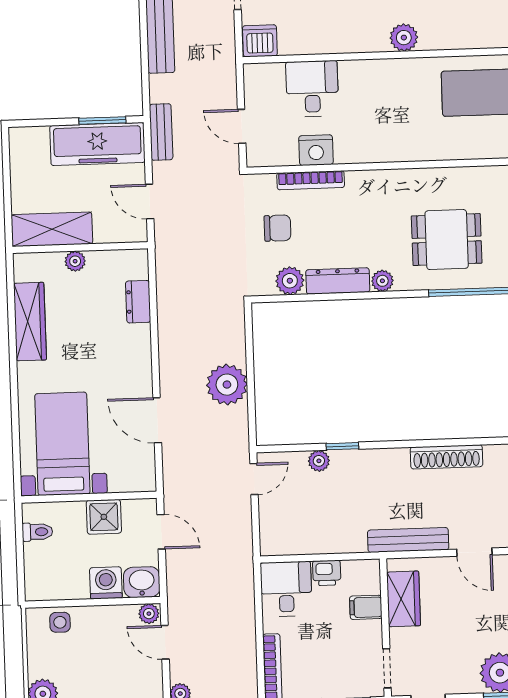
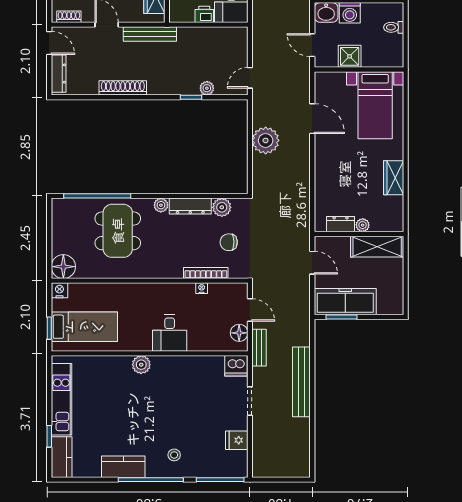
desk: (312, 89) -> (170, 333), moved
floor lamp: (257, 91) -> (239, 333), added
bench: (161, 132) -> (259, 348), moved
nightstand: (316, 150) -> (202, 288), width x0.53, depth x0.56
dining table: (447, 240) -> (118, 231), width x1.38
dresser: (138, 302) -> (341, 224), moved, turned -90
wardrobe: (30, 322) -> (394, 178), width x0.67
toilet: (37, 532) -> (394, 27), moved

